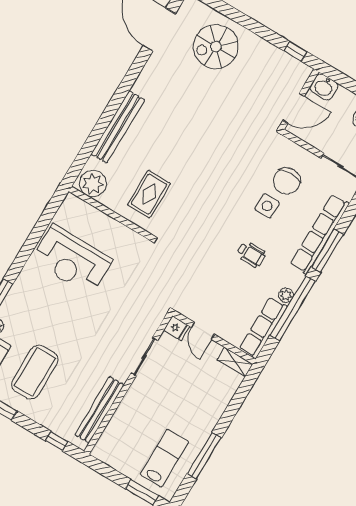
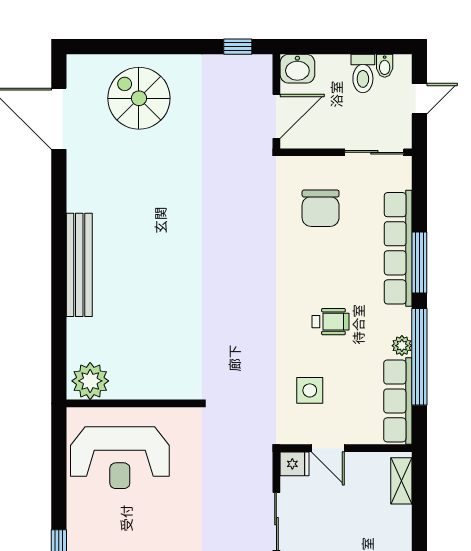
spiral stairs: (216, 47) -> (139, 98), turned 90
plant: (93, 184) -> (90, 381), moved
rug: (149, 194) -> (165, 323), removed
side table: (267, 206) -> (310, 390), moved
wall: (110, 213) -> (132, 403), moved
shelving: (235, 362) -> (401, 481), moved, turned 90

